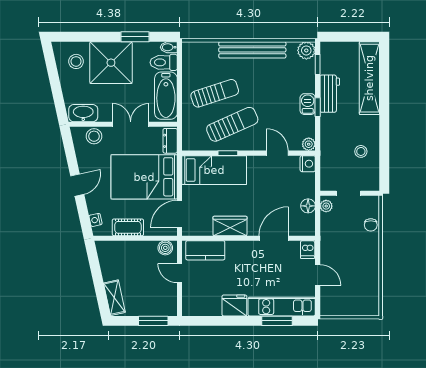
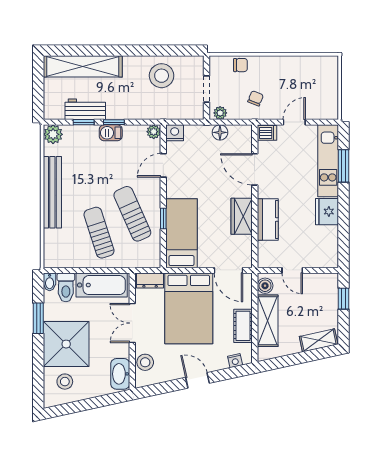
window: (318, 65) -> (84, 122), moved
workbench: (330, 94) -> (85, 109), moved
stool: (361, 151) -> (162, 76), width x1.89, depth x1.89
chair: (340, 239) -> (256, 98), added
shelving: (133, 250) -> (268, 321), added
kitchen counter: (205, 250) -> (268, 220), moved
door: (180, 273) -> (292, 270), hinge flipped
window: (153, 321) -> (344, 299), width x0.67

